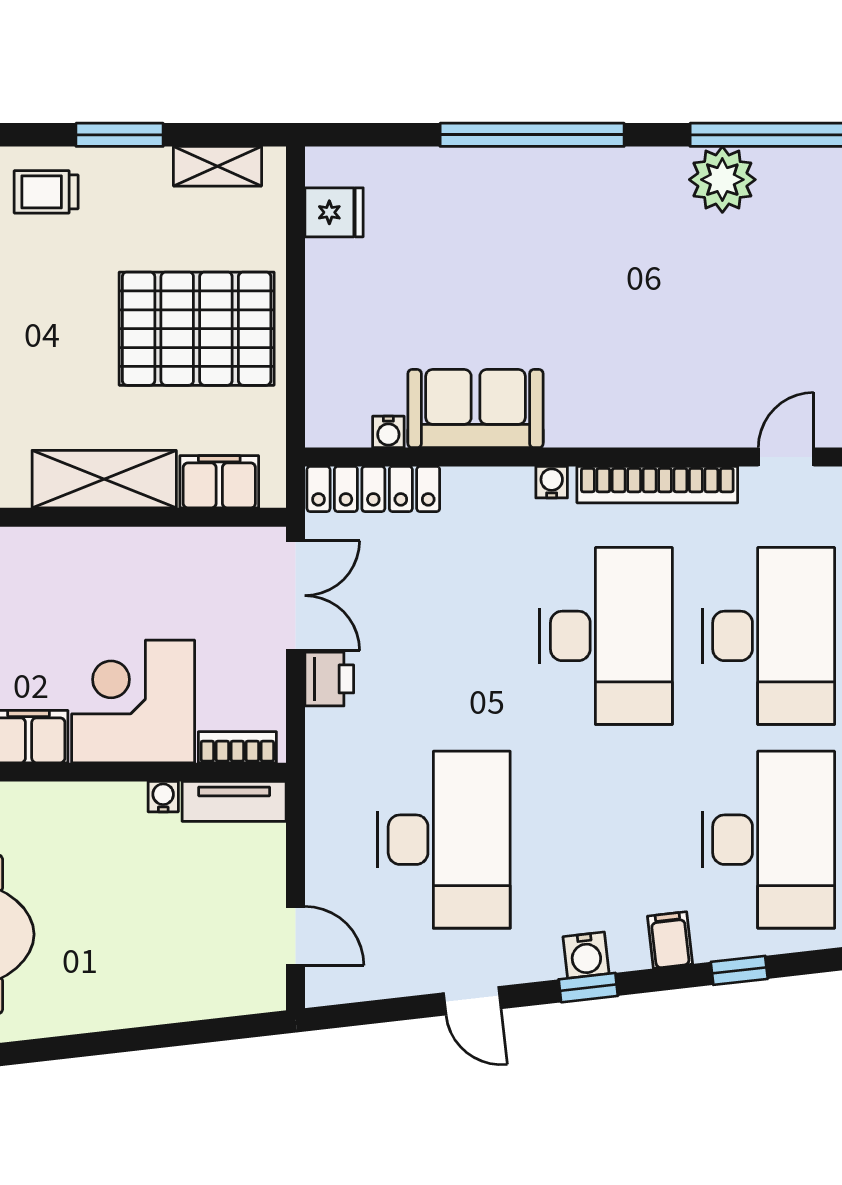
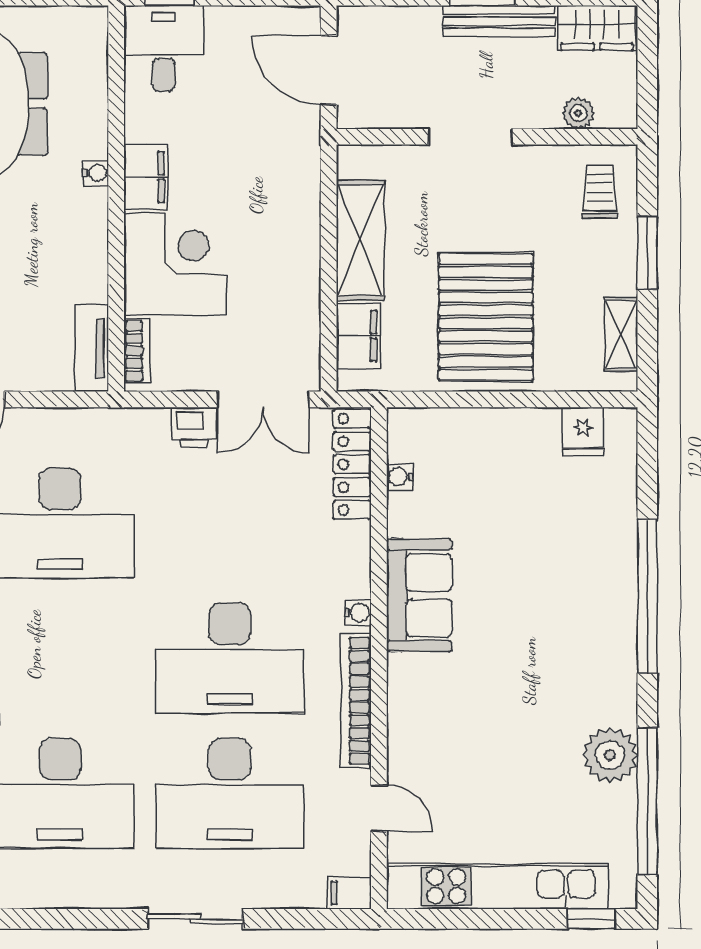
sofa: (475, 409) -> (419, 595), moved
water cooler: (163, 797) -> (96, 173), moved

